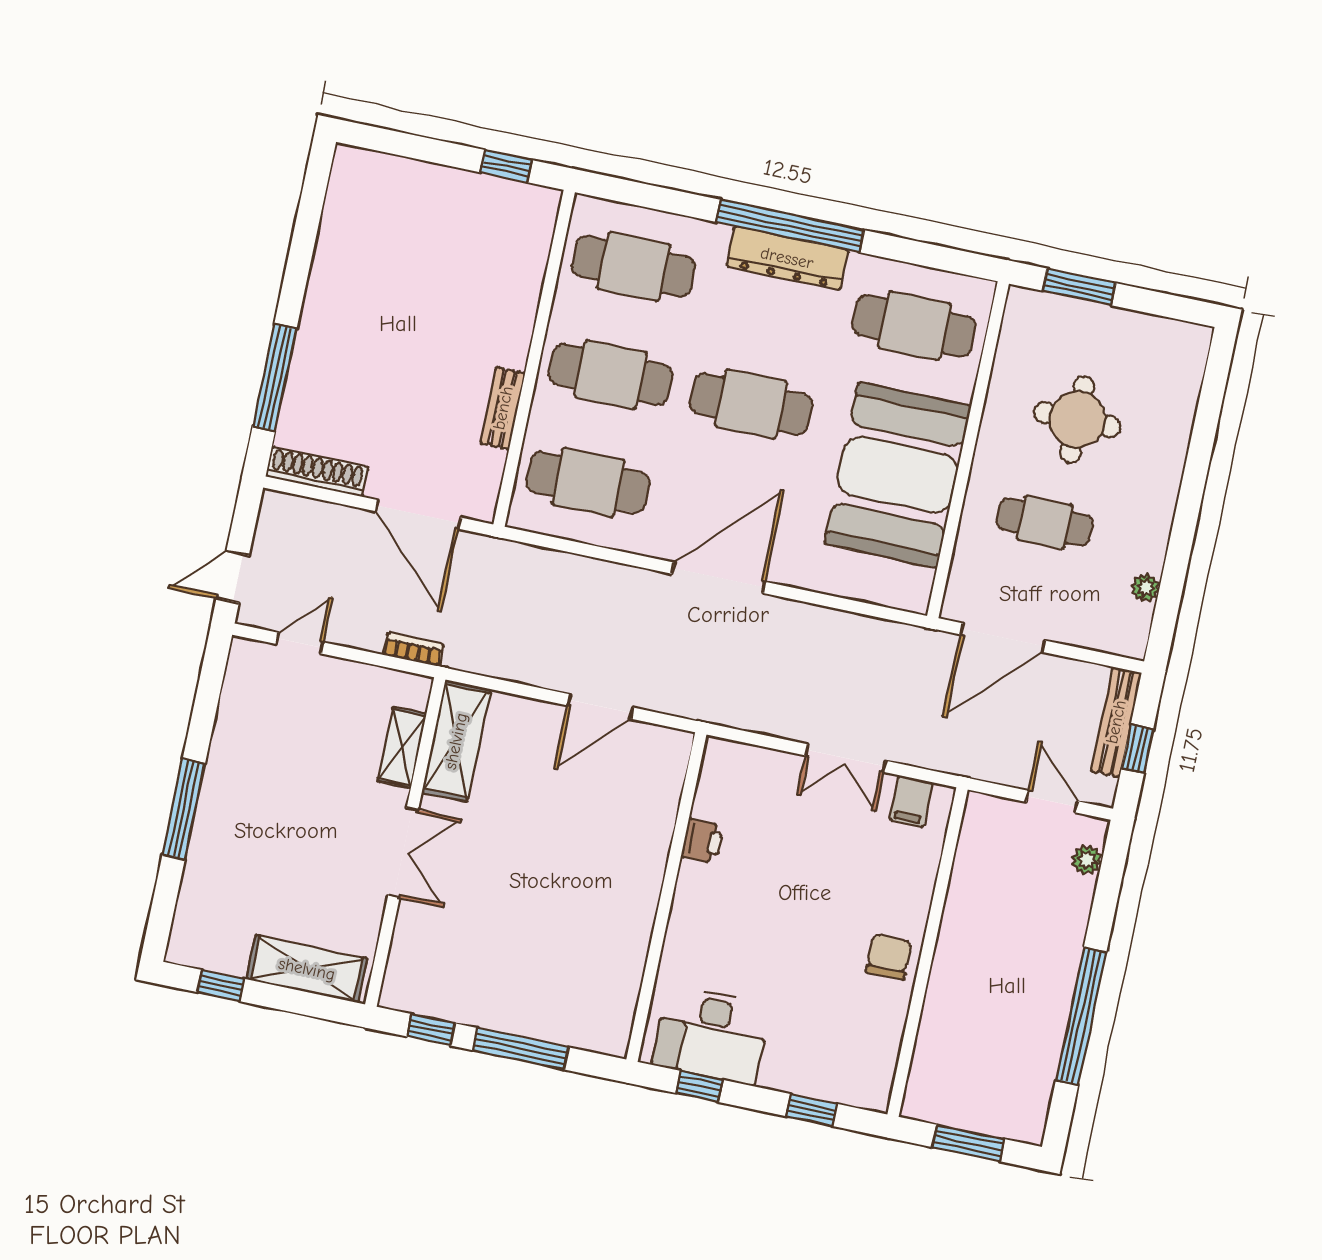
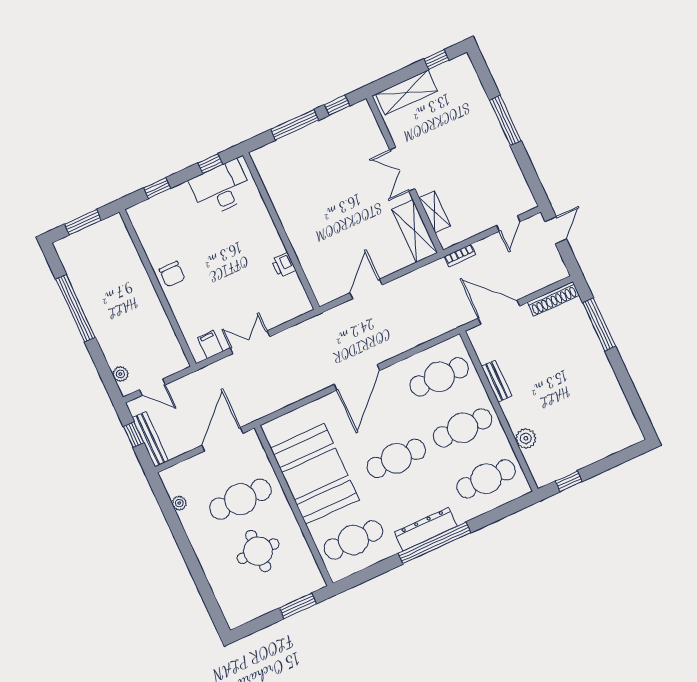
plant: (524, 284) -> (526, 438), added
cafe table: (1045, 522) -> (240, 499), width x1.37, depth x1.35

